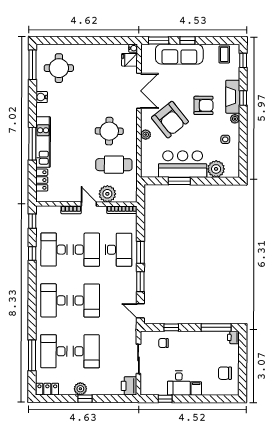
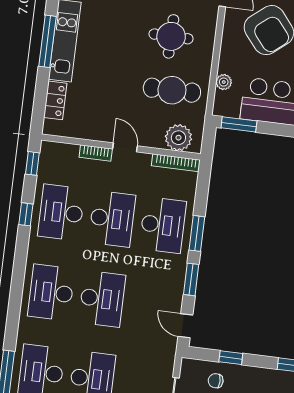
plant: (146, 135) -> (224, 82), moved
window: (179, 181) -> (239, 124), moved
plant: (107, 194) -> (178, 138), moved

